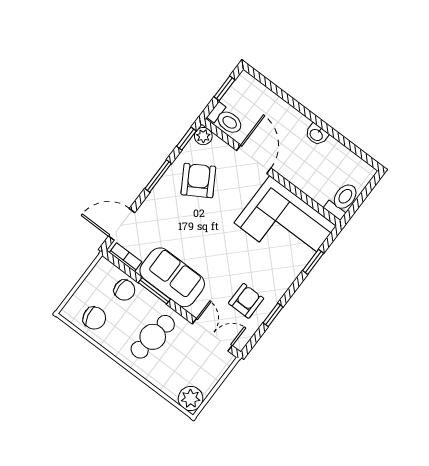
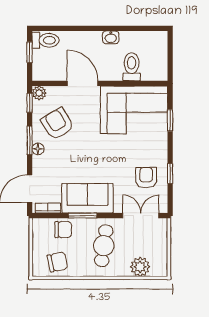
toilet: (226, 119) -> (46, 40), moved
floor lamp: (160, 191) -> (38, 149), added
toilet: (342, 200) -> (132, 67), moved
plant: (191, 399) -> (140, 267), moved

